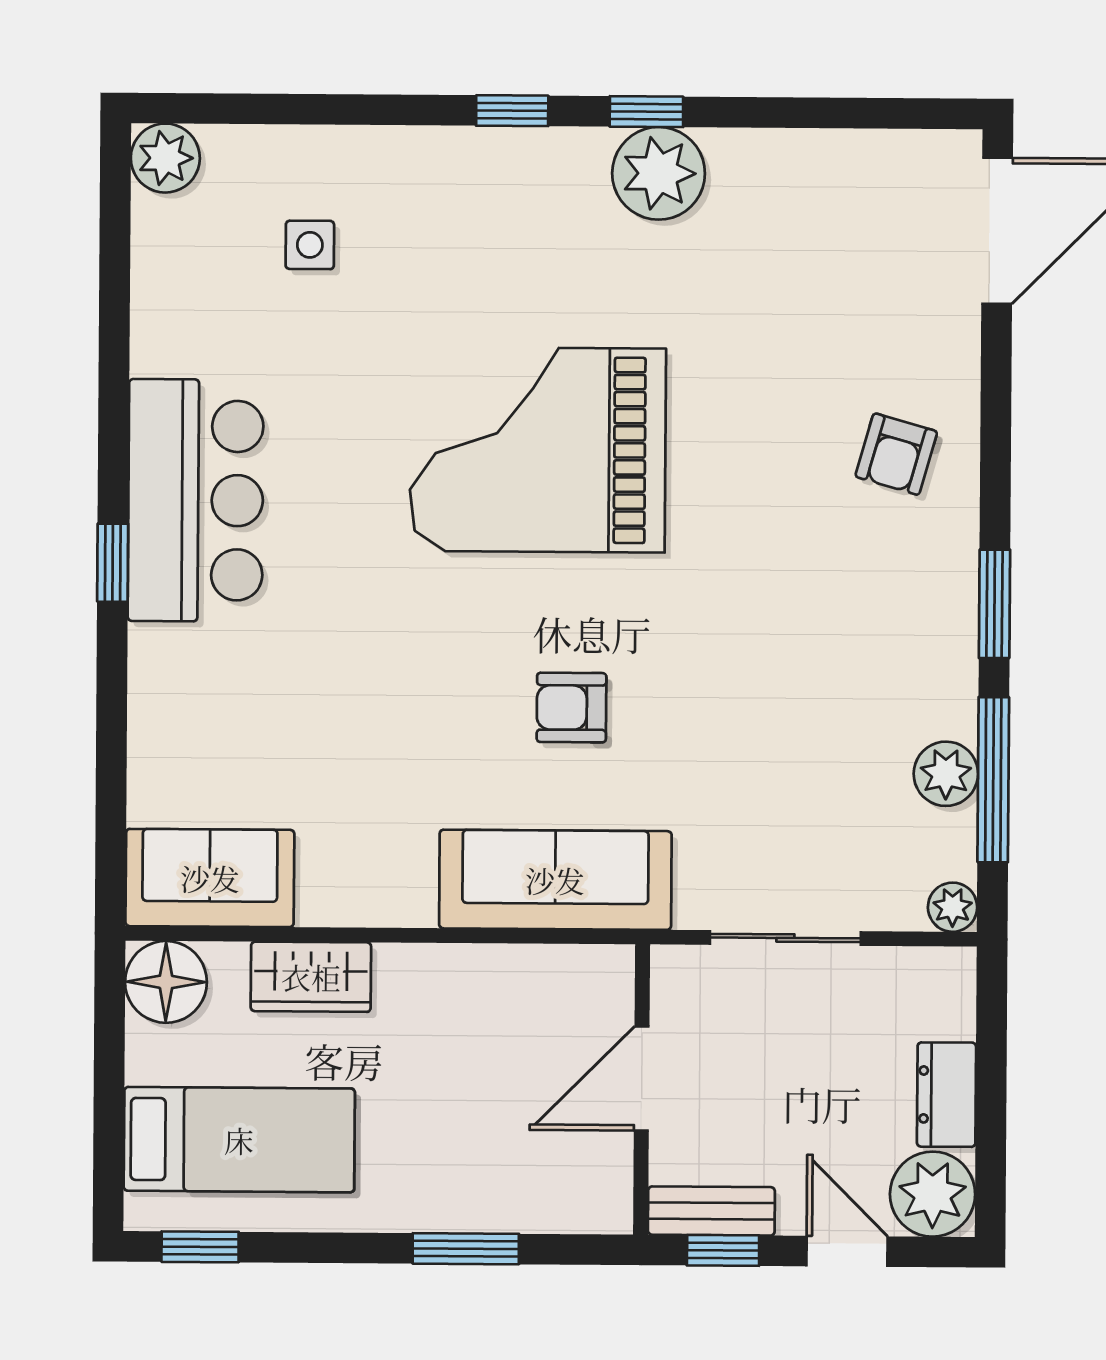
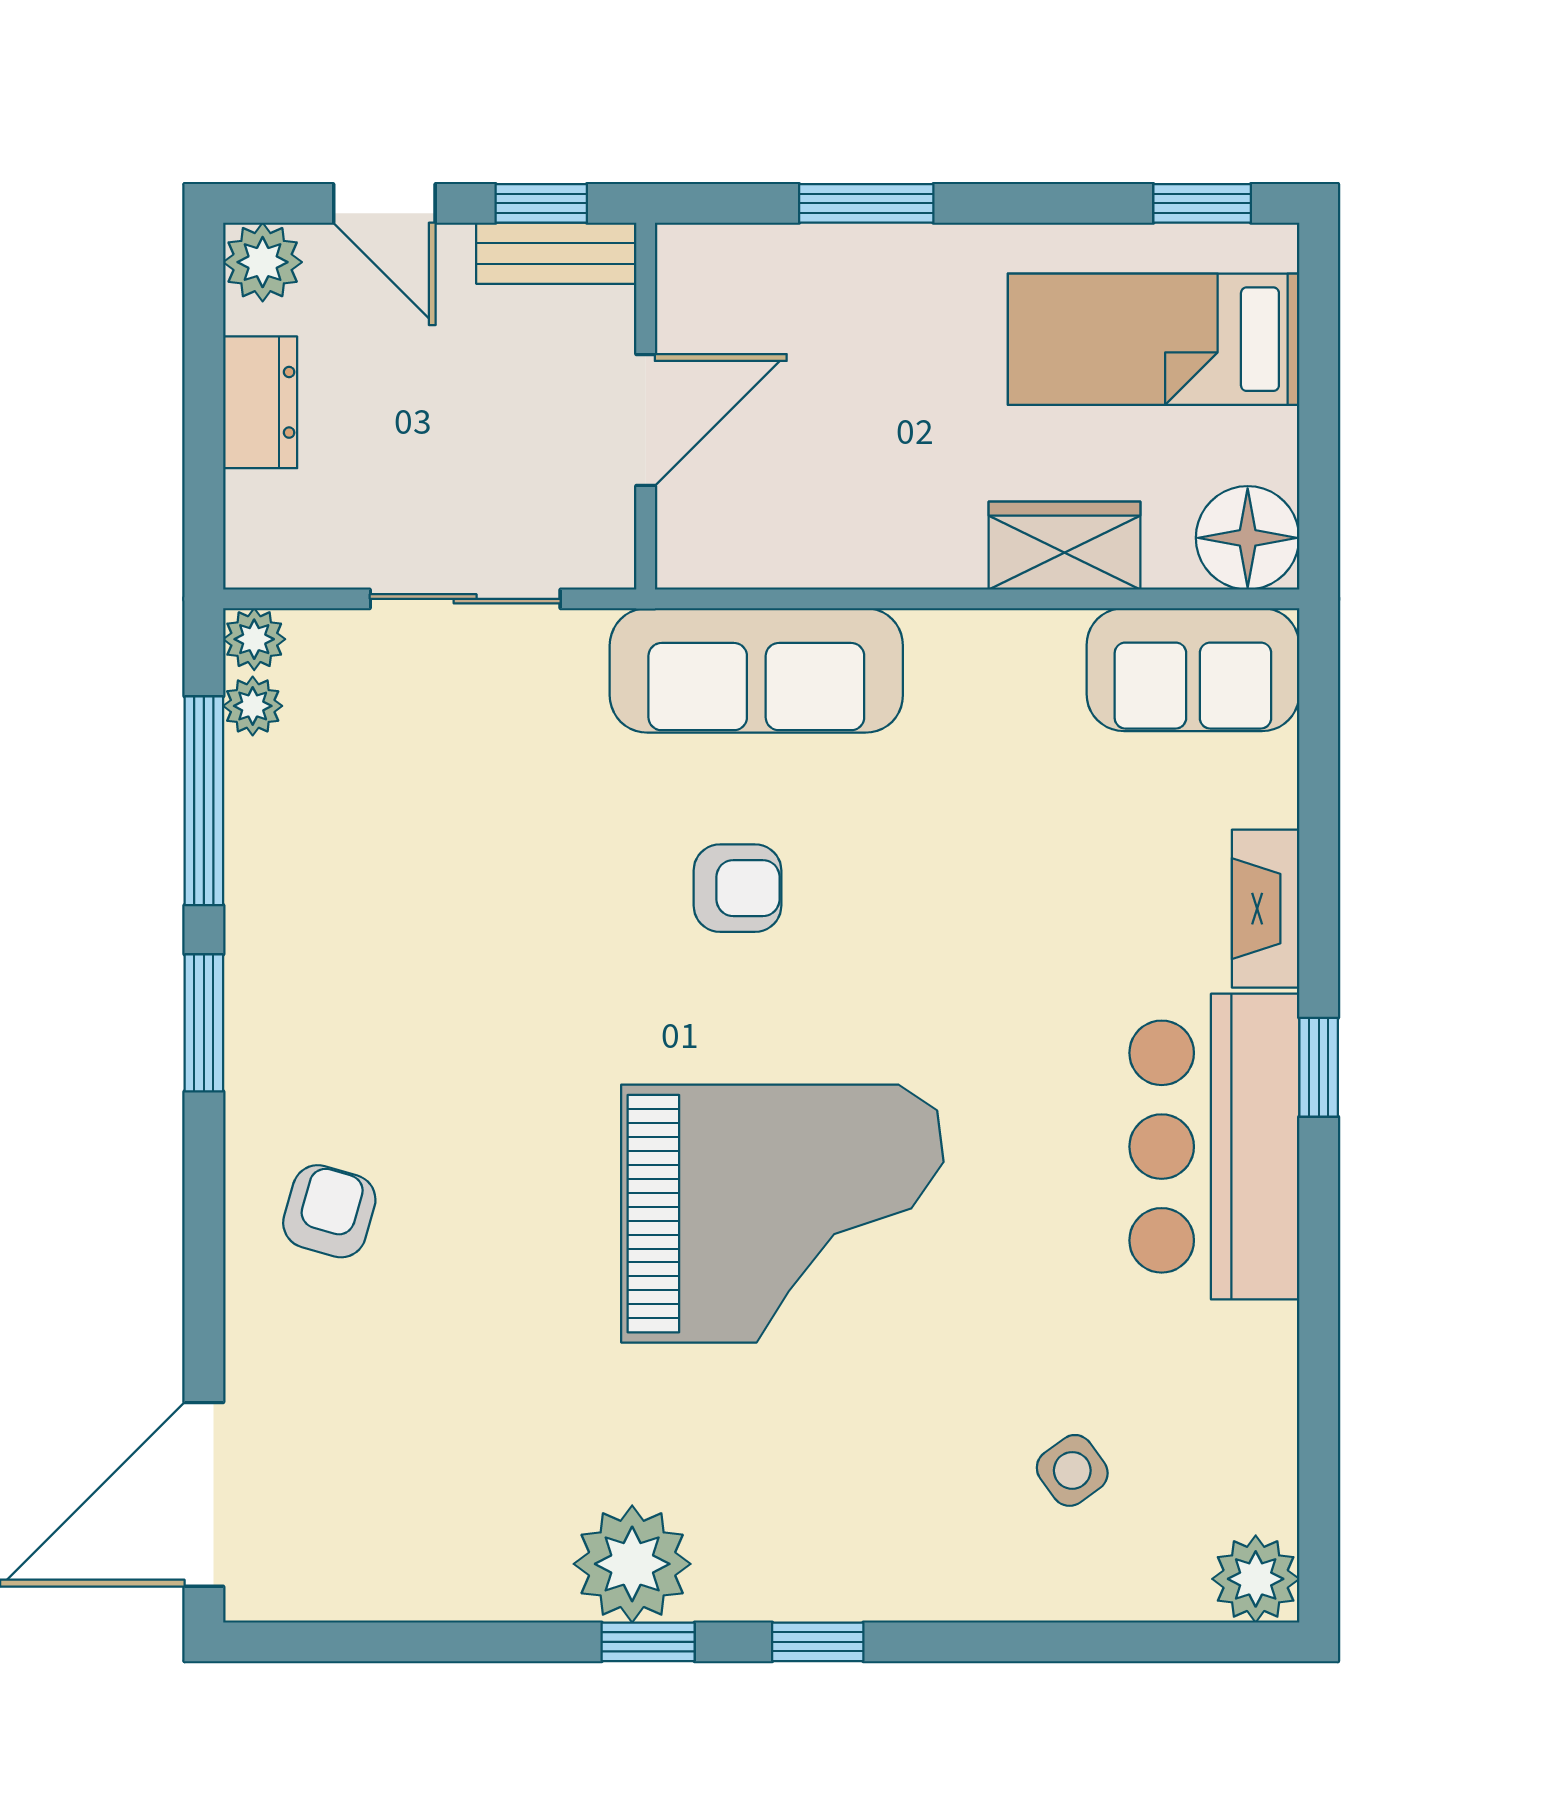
side table: (310, 245) -> (1072, 1470), turned -36
fireplace: (154, 688) -> (1266, 909), added
plant: (946, 774) -> (253, 706), moved, width x0.73, depth x0.73
plant: (933, 1194) -> (263, 262), width x0.73, depth x0.73

